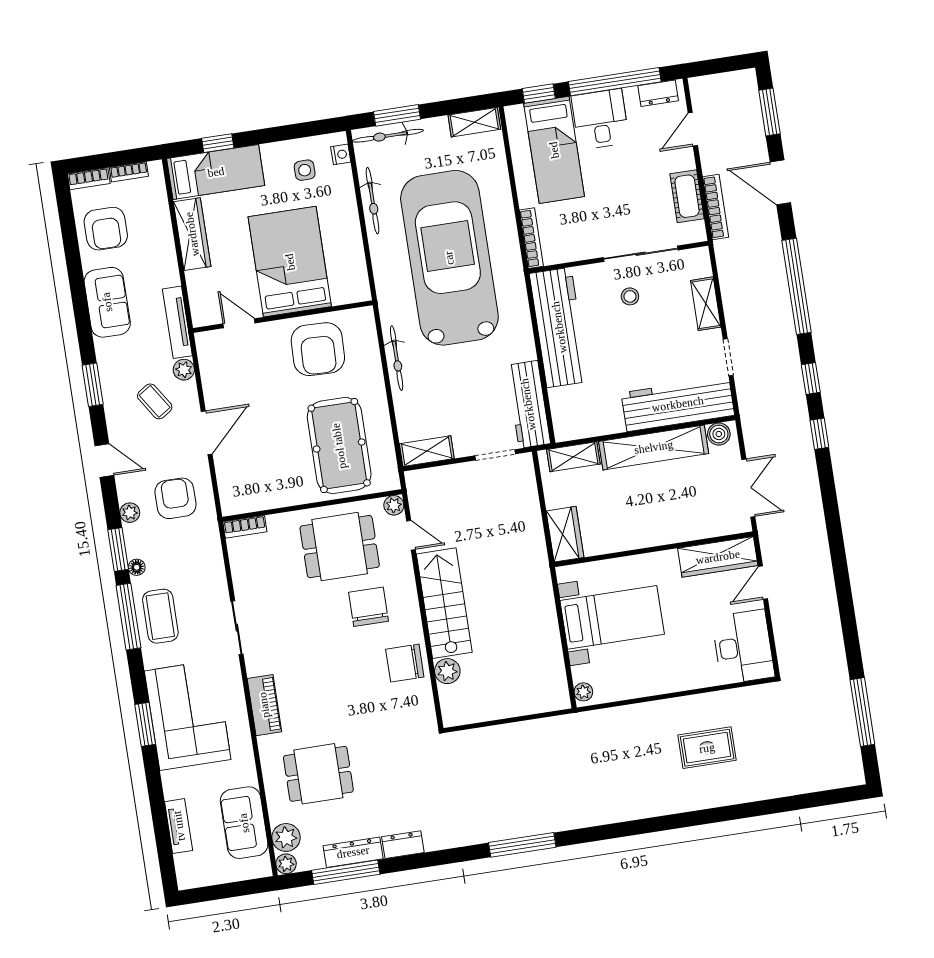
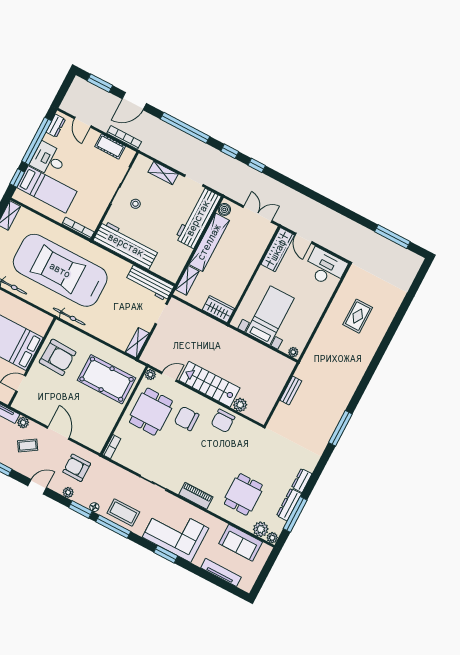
bicycle: (397, 358) -> (69, 316), moved
bench: (524, 730) -> (291, 391), added
tv unit: (179, 826) -> (221, 572), width x1.41

